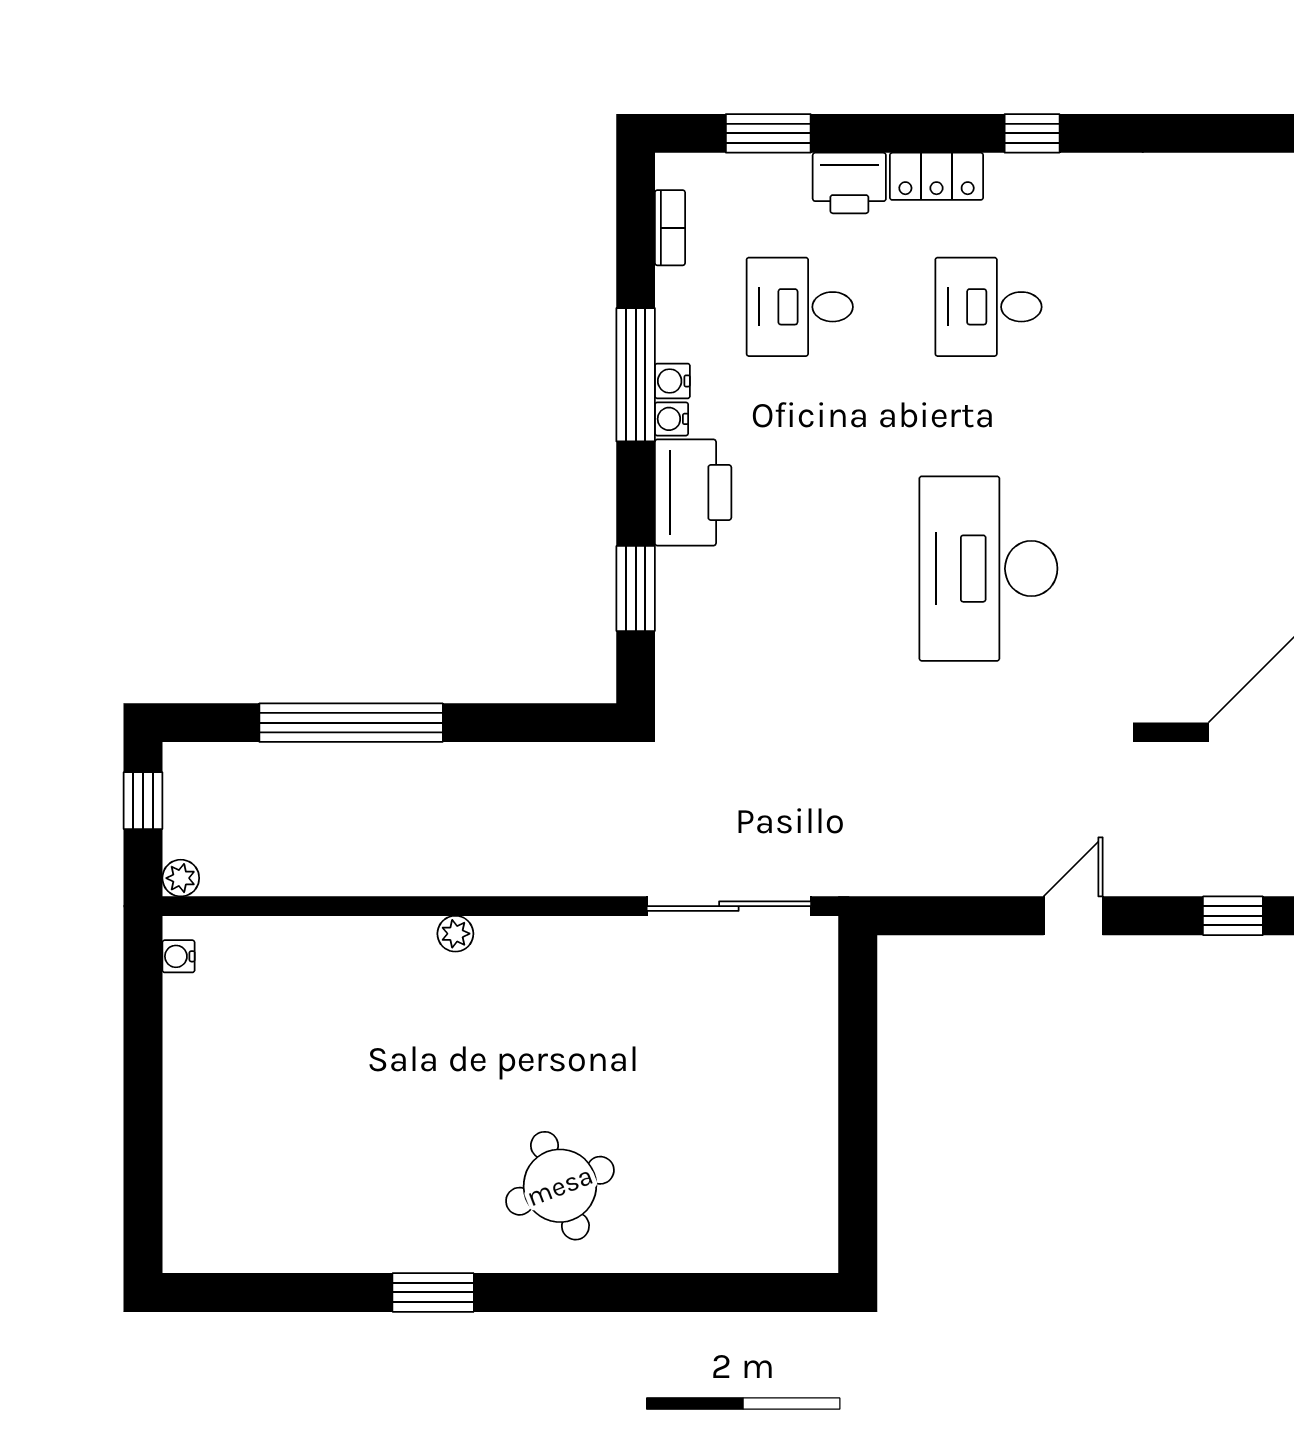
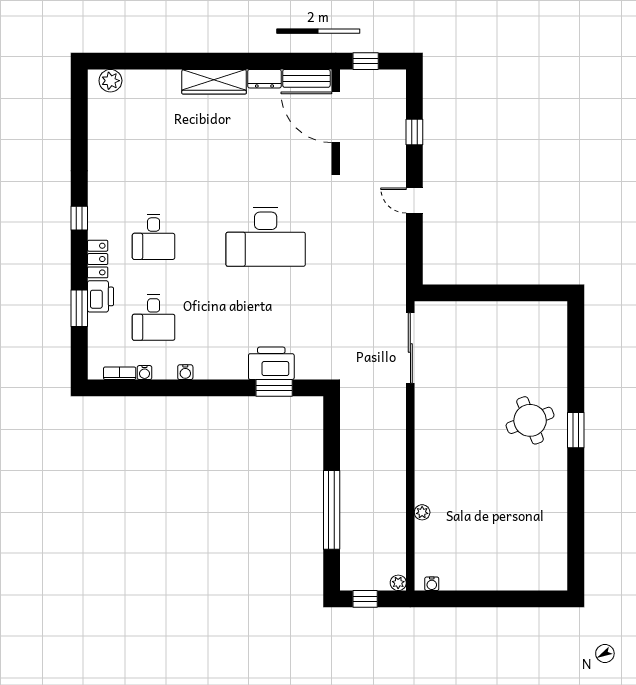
window: (768, 133) -> (79, 308), moved
window: (636, 375) -> (183, 388), removed
water cooler: (672, 419) -> (145, 373), moved
printer: (693, 493) -> (271, 363), moved
plant: (455, 934) -> (422, 512), moved
window: (433, 1292) -> (576, 430), moved

